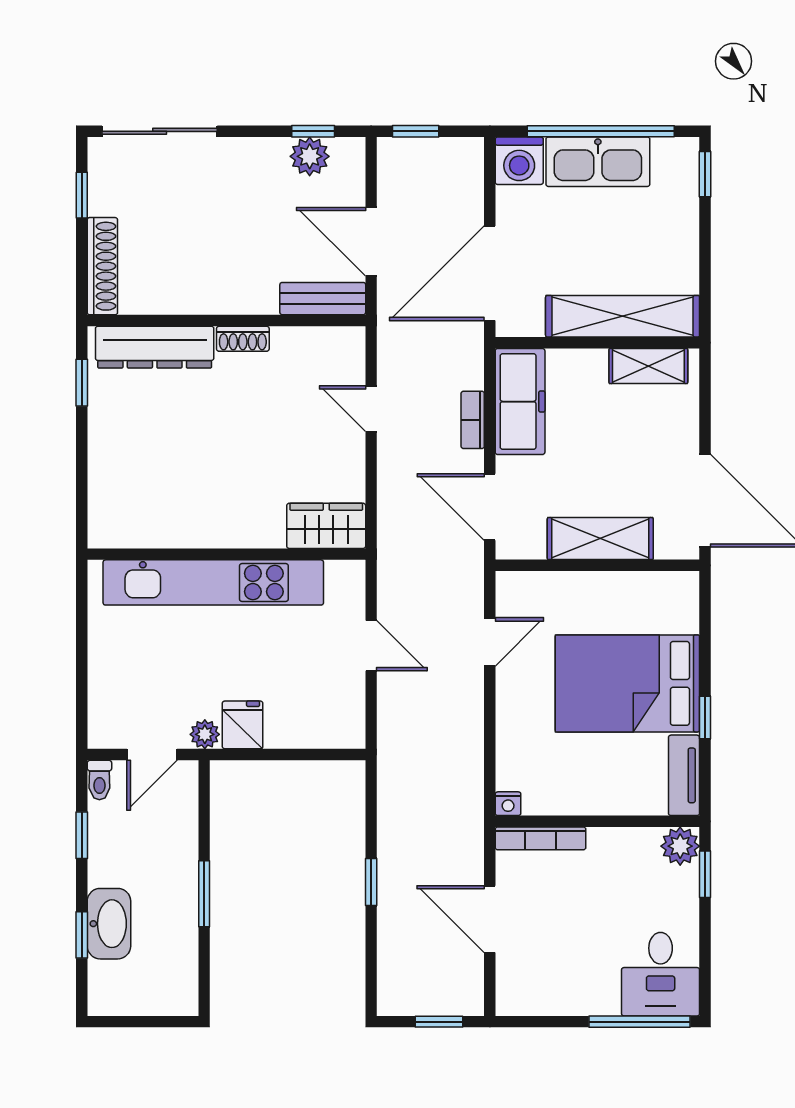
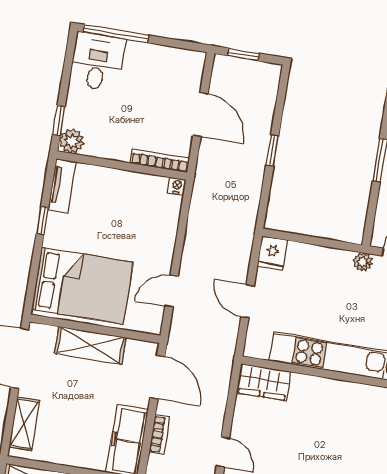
shelving: (648, 366) -> (24, 424), moved, turned 90
bed: (627, 683) -> (82, 286), moved
fridge: (243, 725) -> (272, 253), moved

